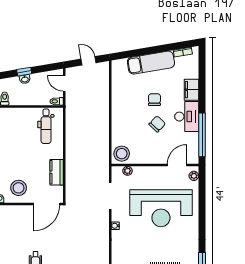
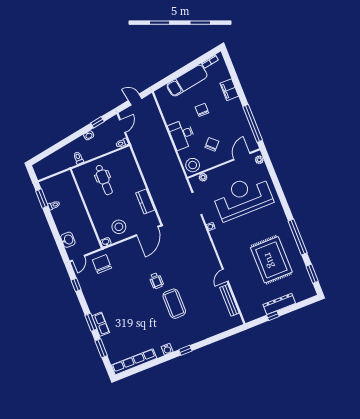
window: (24, 72) -> (97, 122), moved
door: (64, 83) -> (122, 126), swing flipped
desk: (187, 117) -> (182, 134), moved, turned 180
chair: (157, 124) -> (212, 144), moved
dental chair: (46, 126) -> (104, 180), moved
reception desk: (161, 208) -> (243, 197), turned 180

